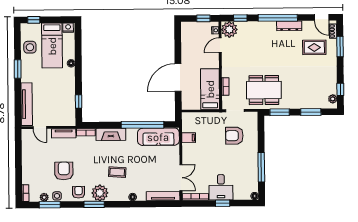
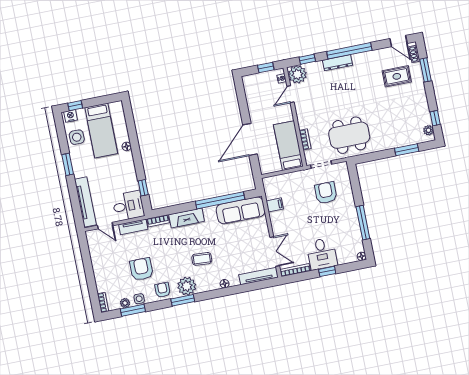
dresser: (289, 26) -> (337, 63), moved
nightstand: (68, 28) -> (71, 116), moved
window: (280, 112) -> (372, 157), removed
desk: (63, 114) -> (128, 206), added
armchair: (234, 136) -> (326, 193), turned 90

